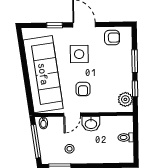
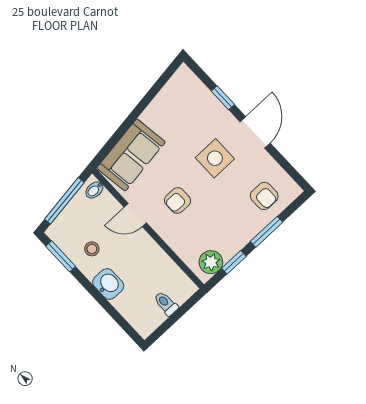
armchair: (112, 38) -> (264, 196), moved
sofa: (43, 74) -> (131, 155), width x0.54, depth x0.79
washbasin: (91, 124) -> (108, 284), moved, turned 180

